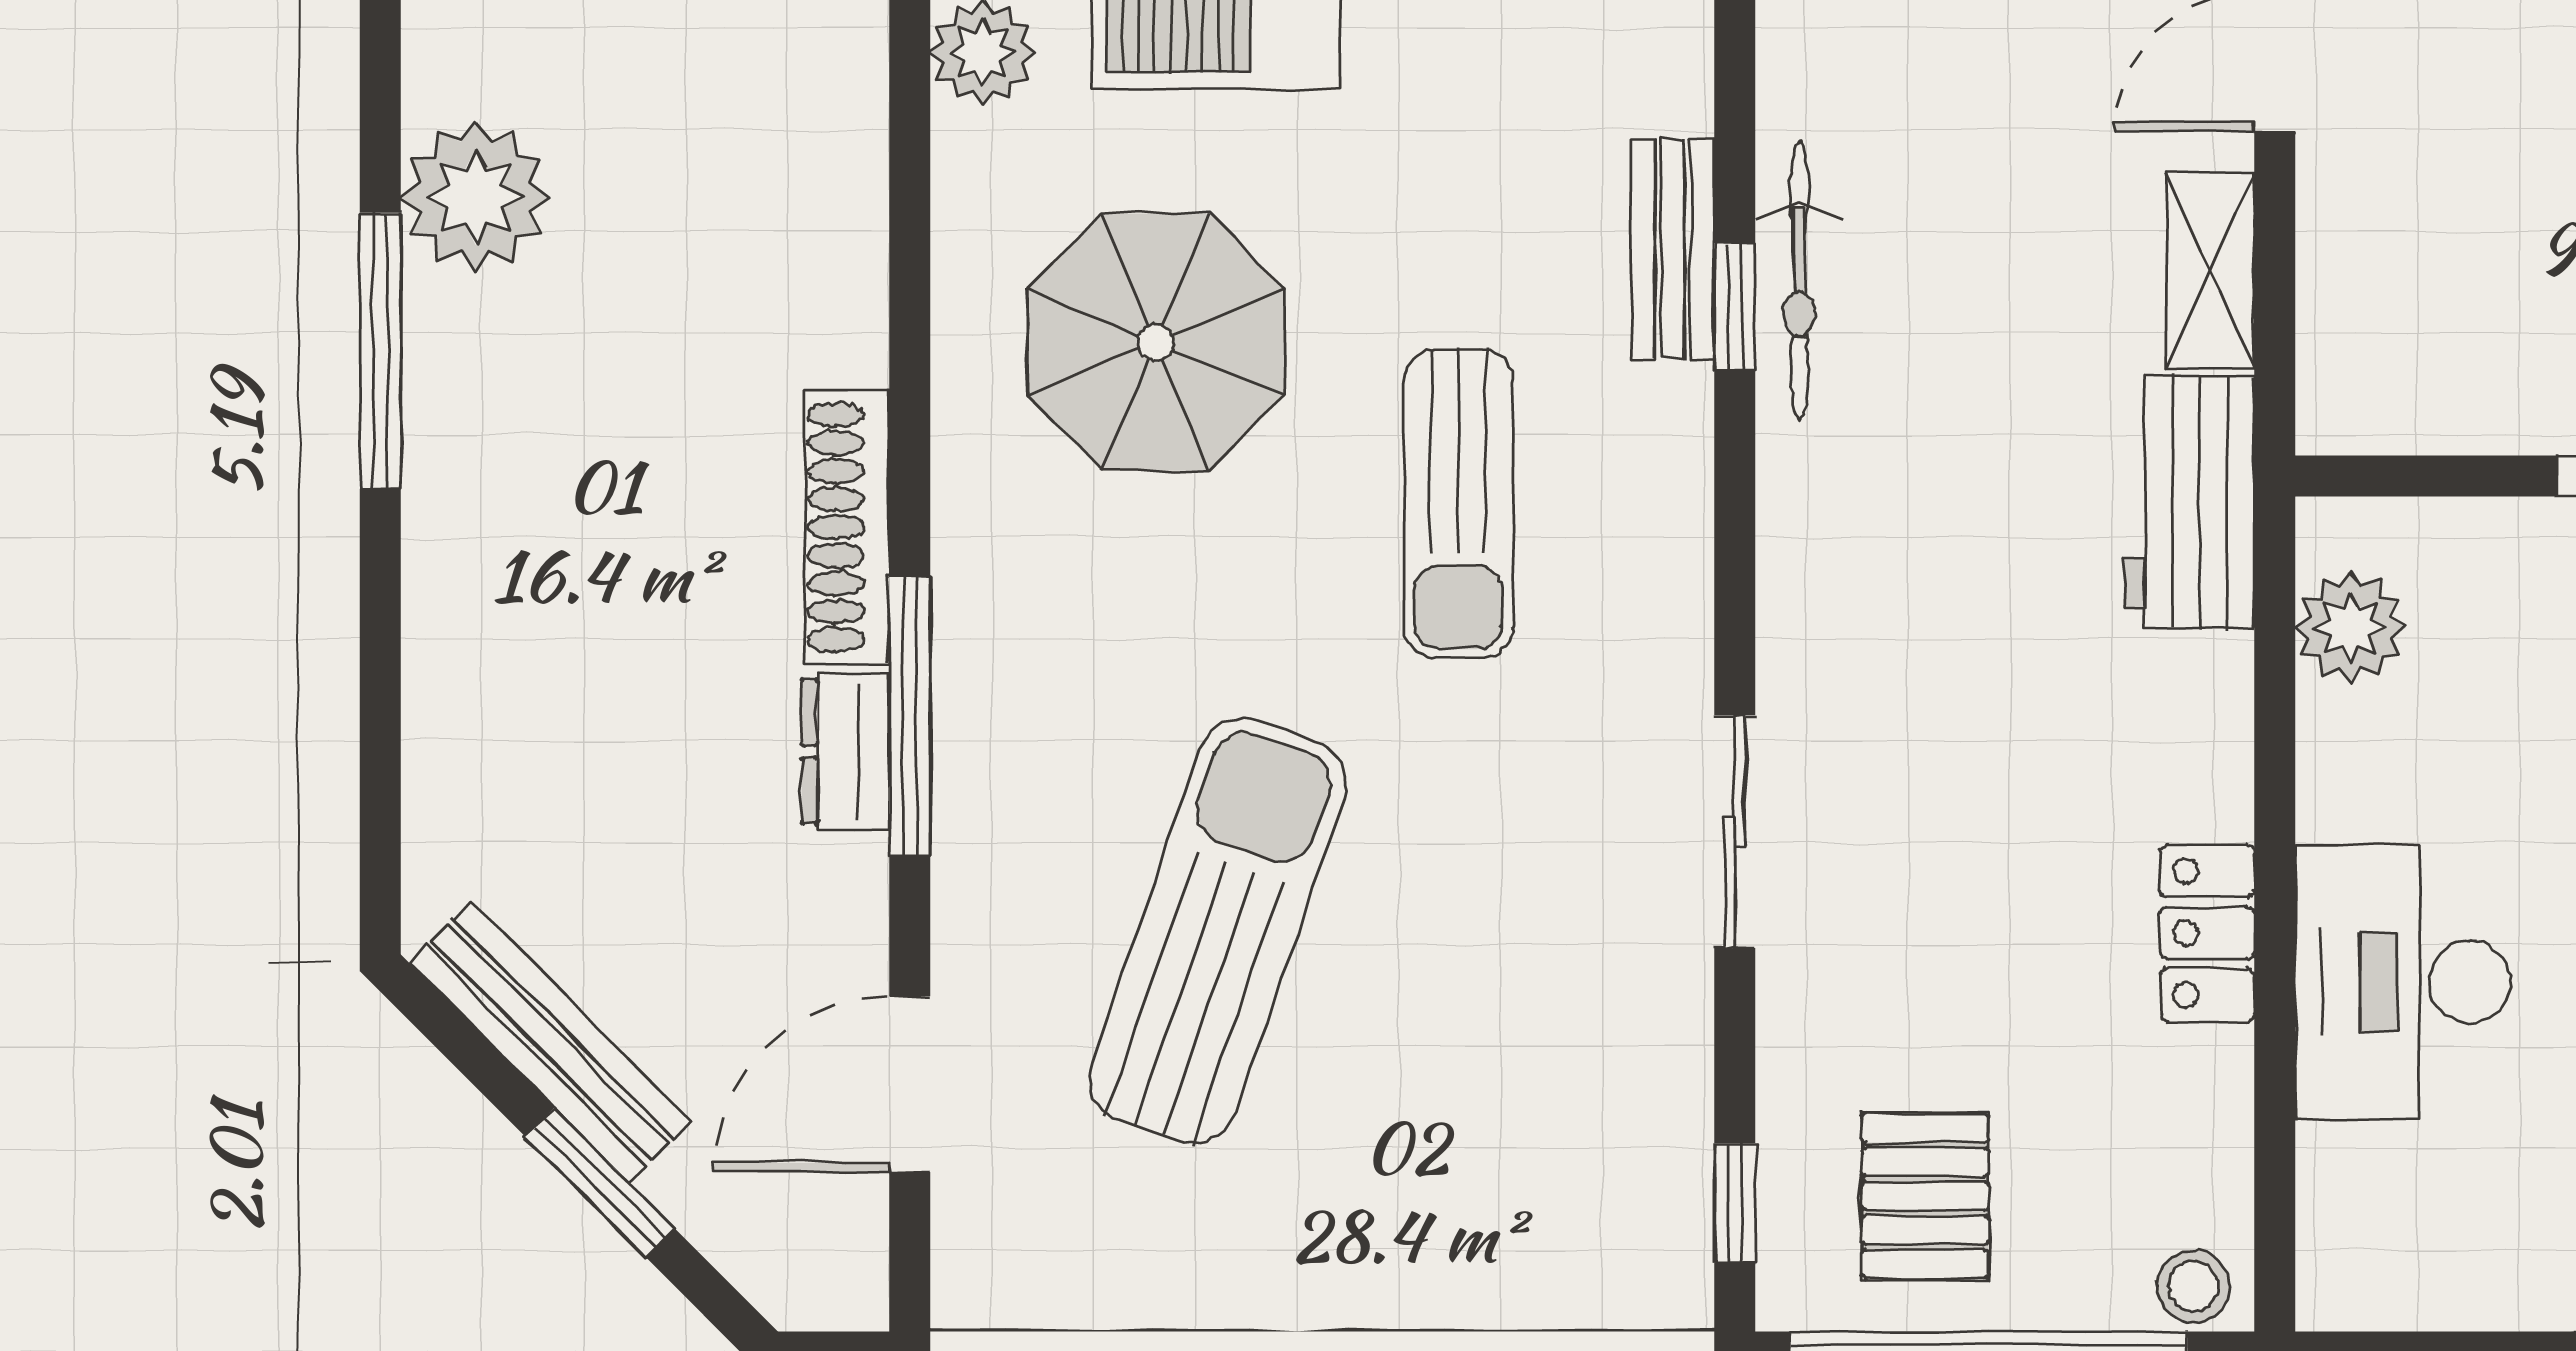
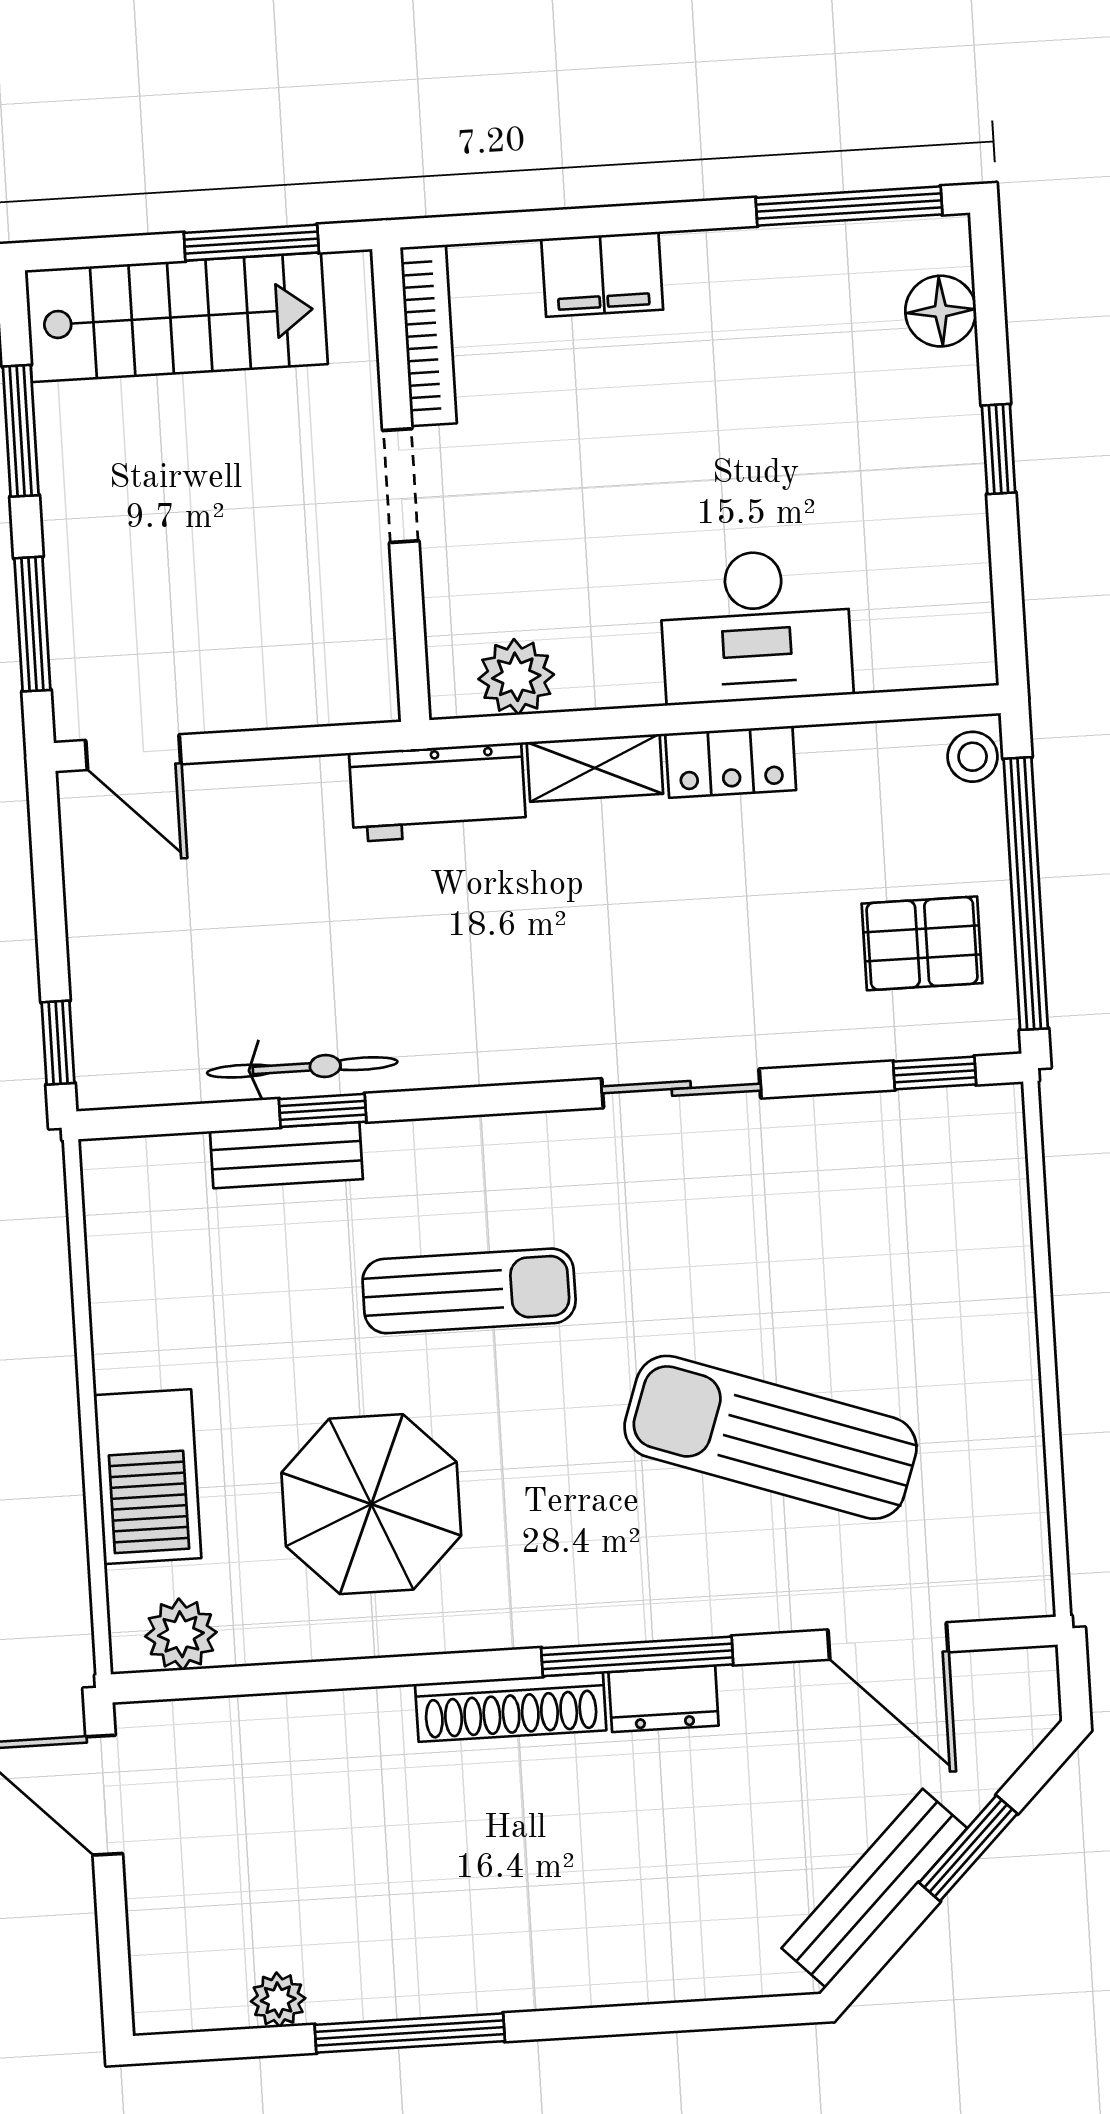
plant: (476, 197) -> (278, 2000), width x0.53, depth x0.53
shelving: (2210, 271) -> (595, 768), moved

